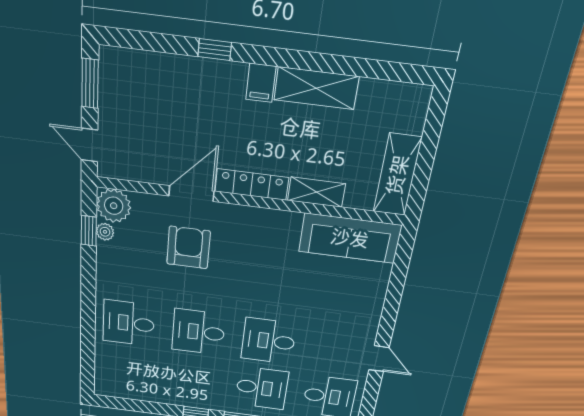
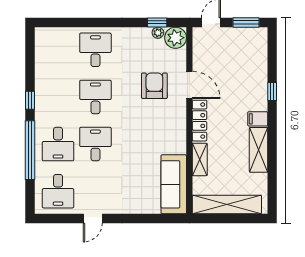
shelving: (397, 175) -> (227, 205), width x1.47
armchair: (188, 248) -> (154, 86), turned -90

